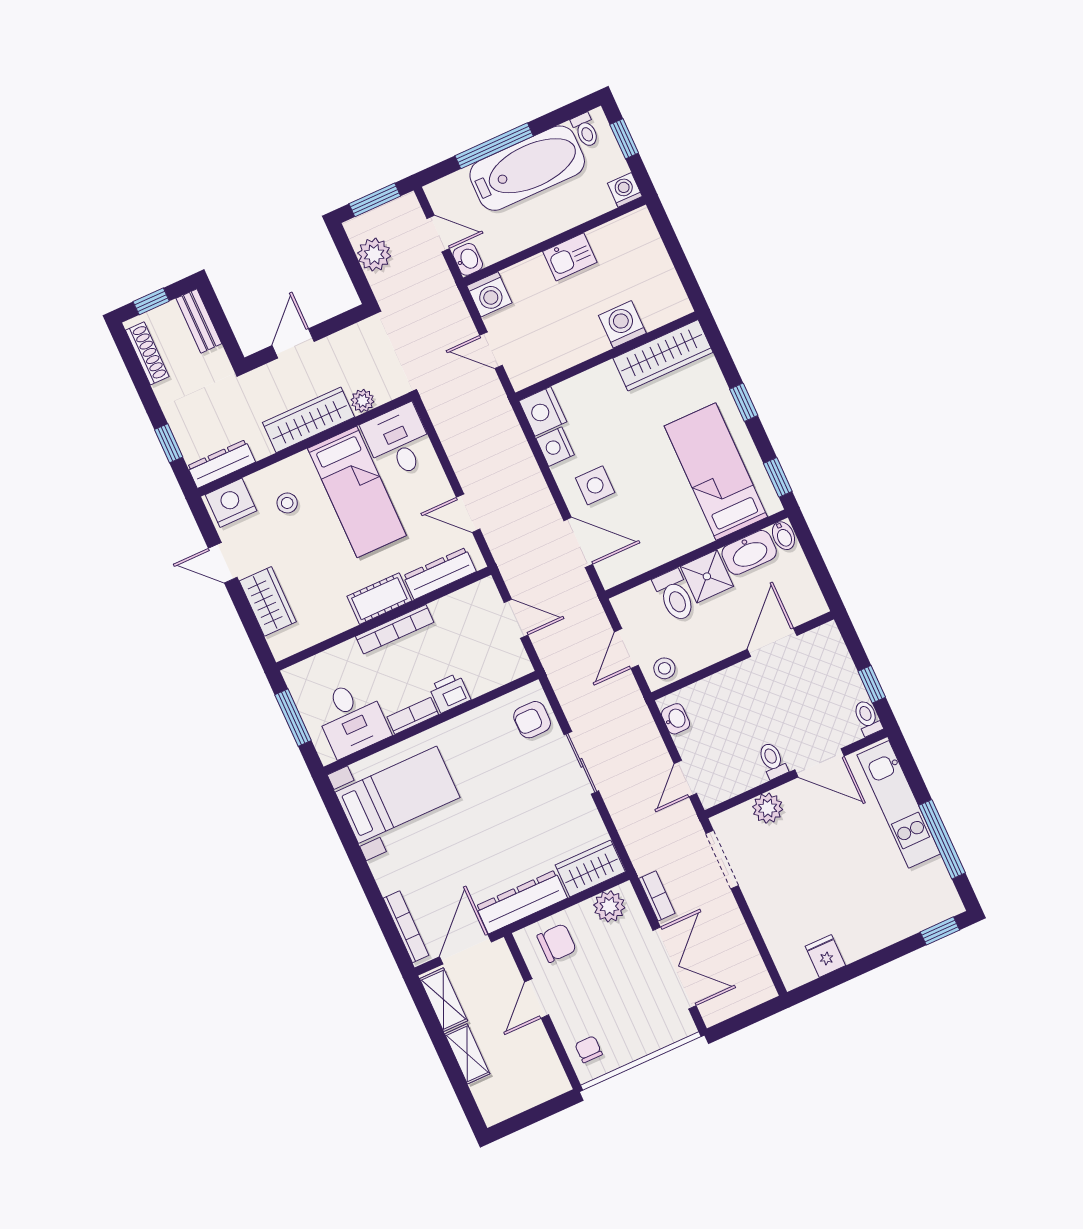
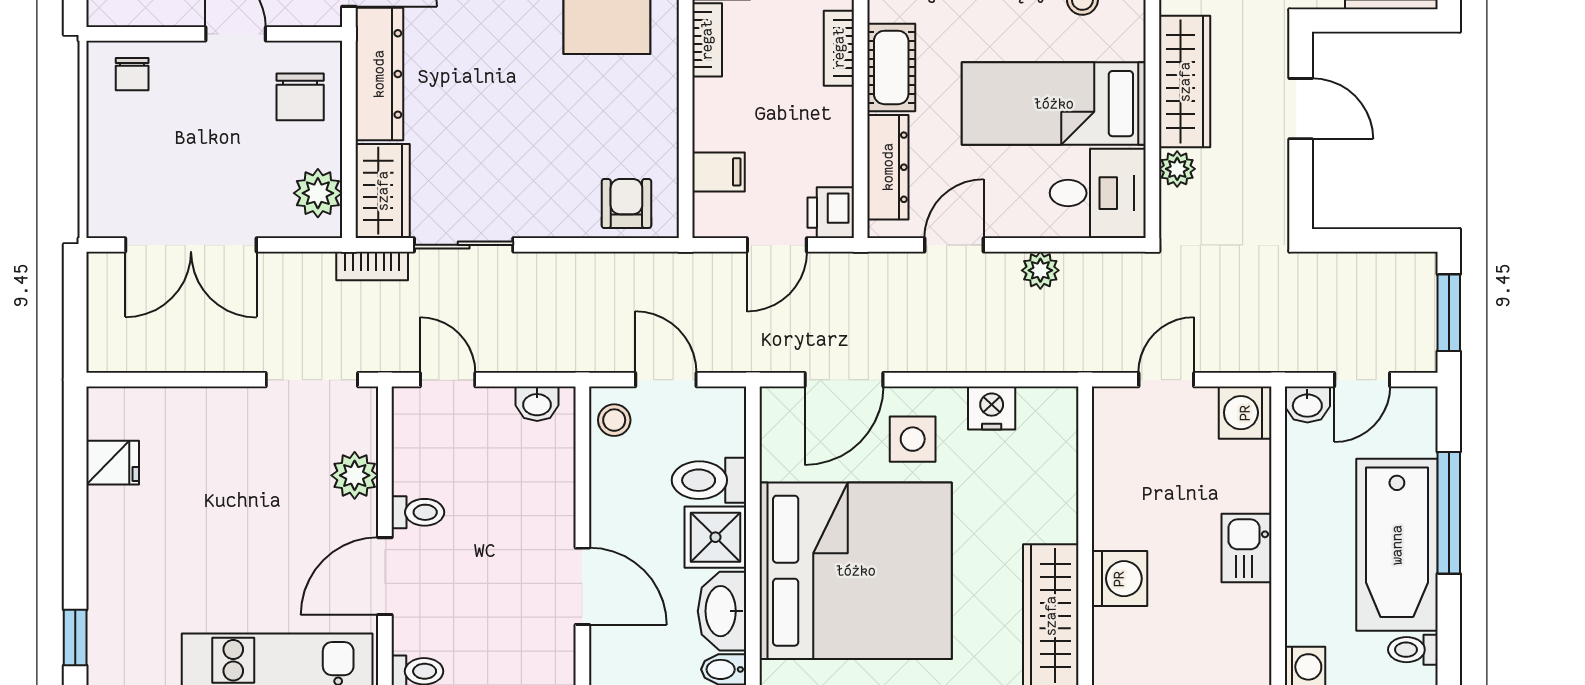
plant: (374, 255) -> (1040, 270), moved, width x0.73, depth x0.73
nightstand: (543, 411) -> (1049, 413), removed
bed: (716, 472) -> (856, 571), width x2.04
bookcase: (395, 629) -> (839, 48), width x0.64
filing cabinet: (488, 673) -> (718, 172), added
printer: (450, 693) -> (831, 213), moved, turned 180
sliding door: (581, 763) -> (464, 245), moved
bookcase: (657, 896) -> (372, 266), moved
chair: (589, 1049) -> (132, 74), turned 90

